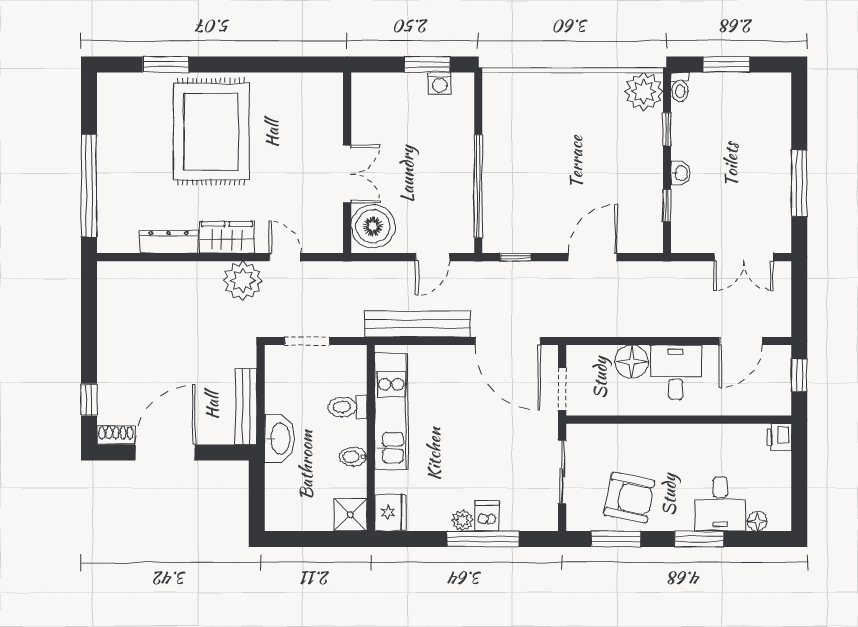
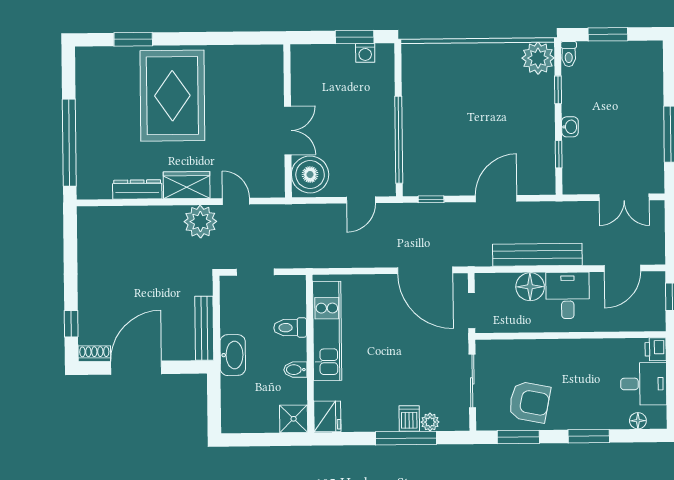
bench: (417, 324) -> (537, 255), moved
desk: (720, 504) -> (644, 384), moved, turned -90
plant: (462, 520) -> (430, 422), moved

